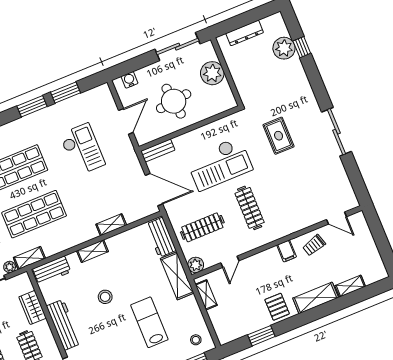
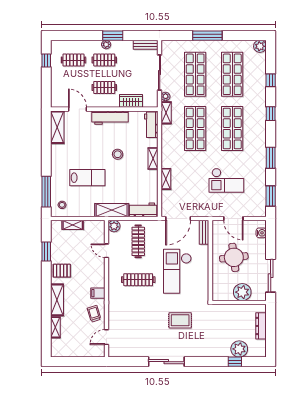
window: (66, 92) -> (271, 196), moved
shelving: (206, 295) -> (73, 225), moved

